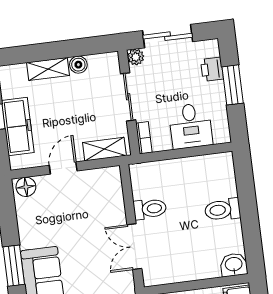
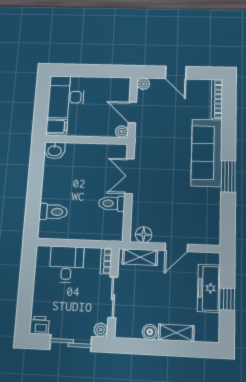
printer: (212, 69) -> (39, 325), moved, turned -90
window: (233, 85) -> (26, 292), removed
floor lamp: (26, 187) -> (144, 235), moved
toilet: (222, 210) -> (53, 212), moved
double door: (134, 247) -> (129, 176), swing flipped

